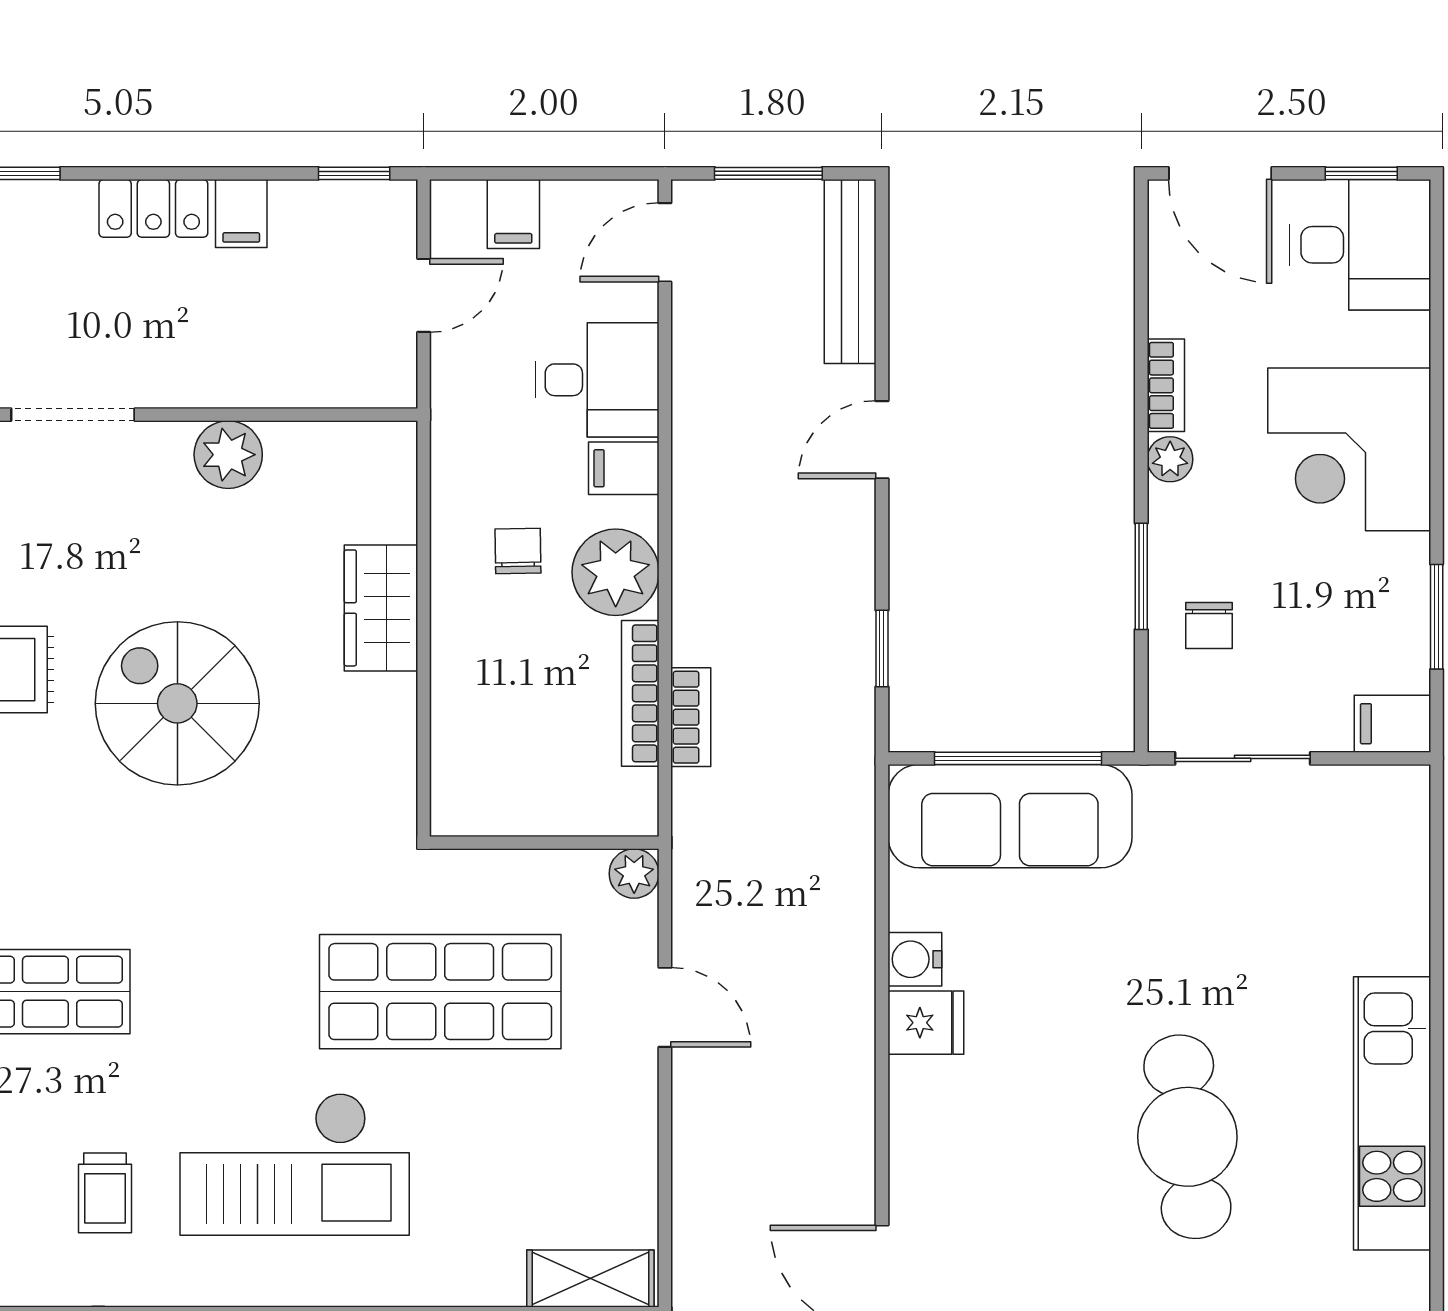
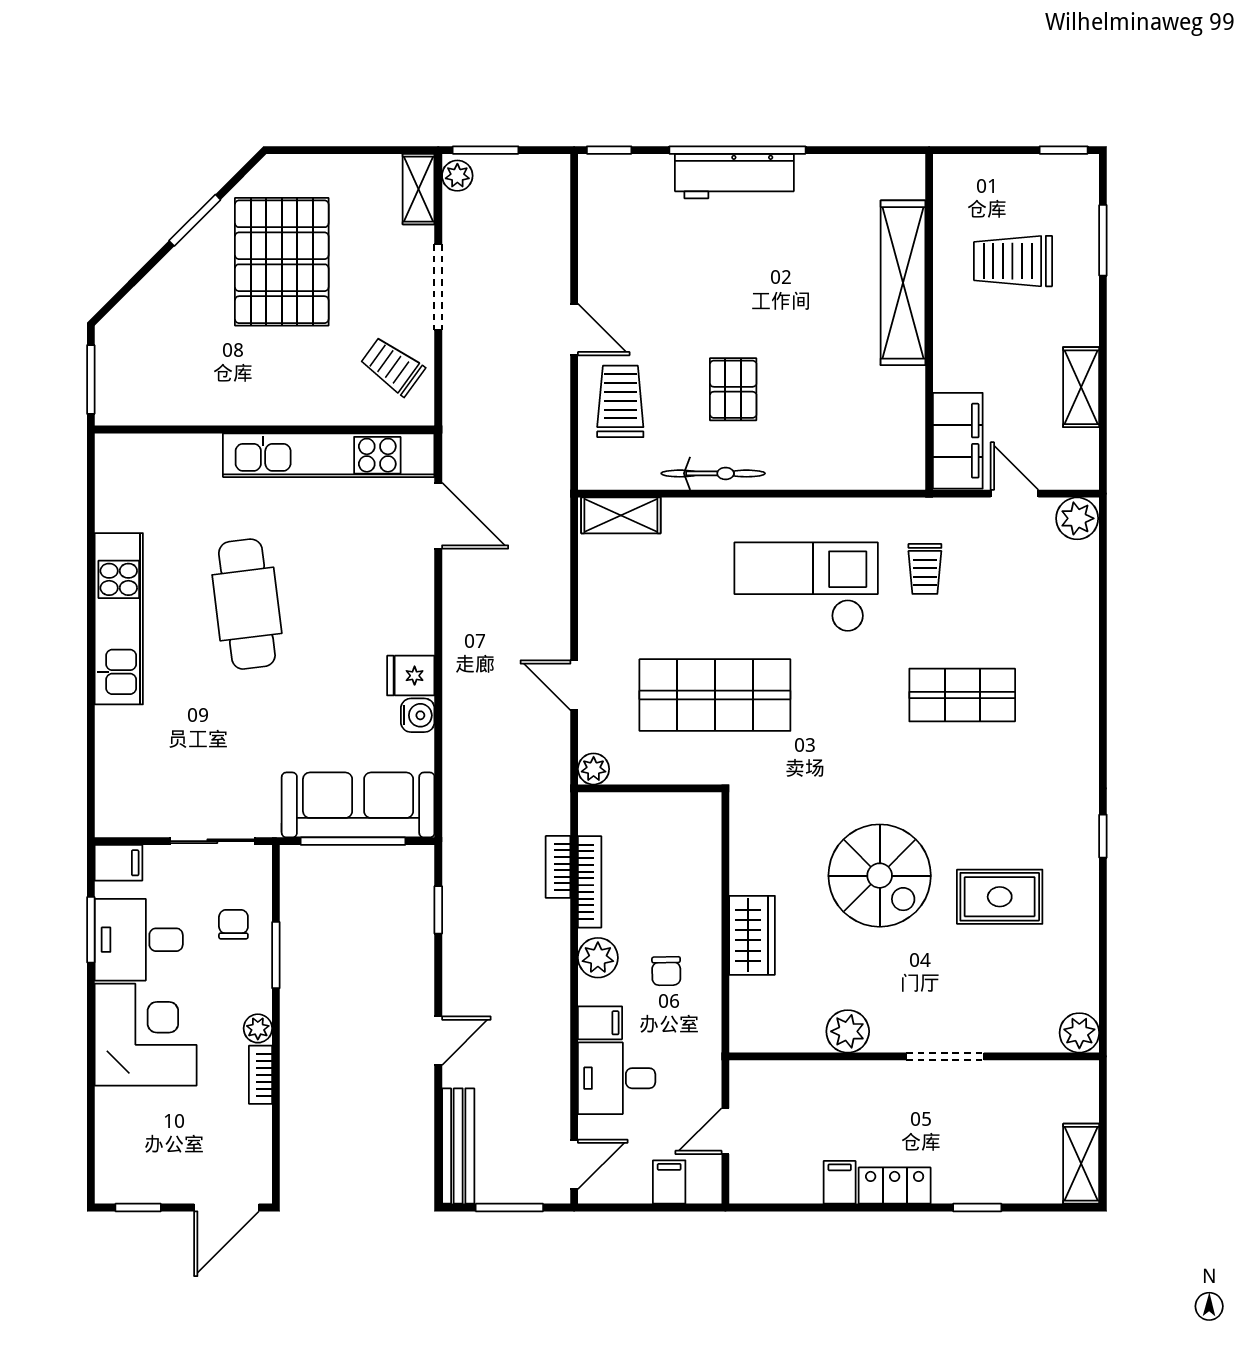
window: (354, 173) -> (769, 1207), removed
door: (1220, 173) -> (226, 1207), swing flipped
desk: (1360, 245) -> (139, 940), moved
plant: (616, 572) -> (598, 958), width x0.73, depth x0.73
trolley: (105, 1193) -> (925, 569), turned 180

